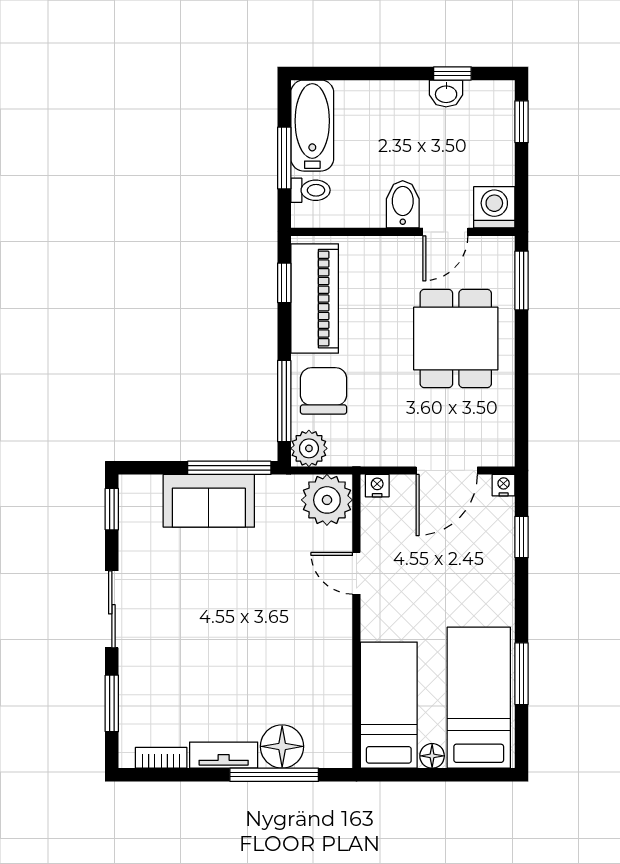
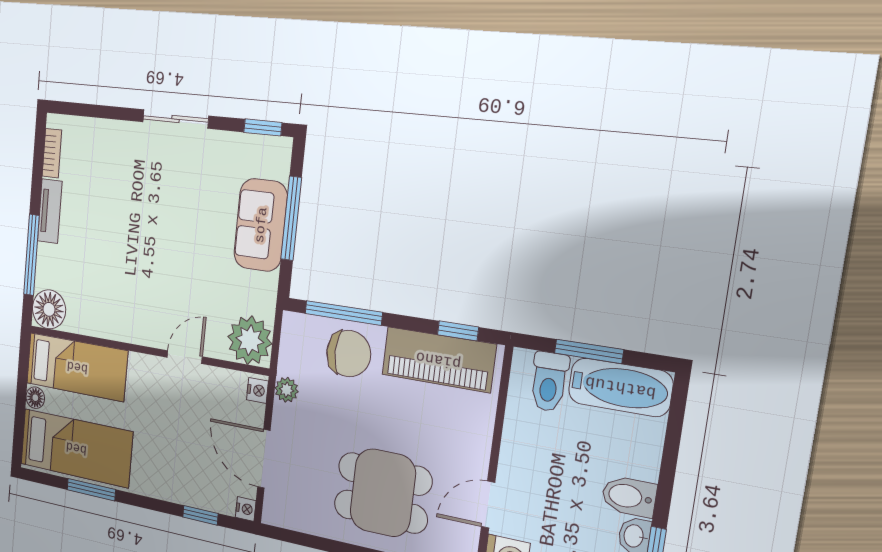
toilet: (310, 190) -> (549, 382), width x1.37, depth x1.39
bidet: (403, 204) -> (629, 496), moved, turned 180
door: (445, 232) -> (488, 505), hinge flipped
plant: (309, 448) -> (287, 390), moved, width x0.73, depth x0.73
window: (229, 468) -> (291, 218), moved
window: (112, 703) -> (98, 111), removed
floor lamp: (282, 746) -> (49, 309), moved

